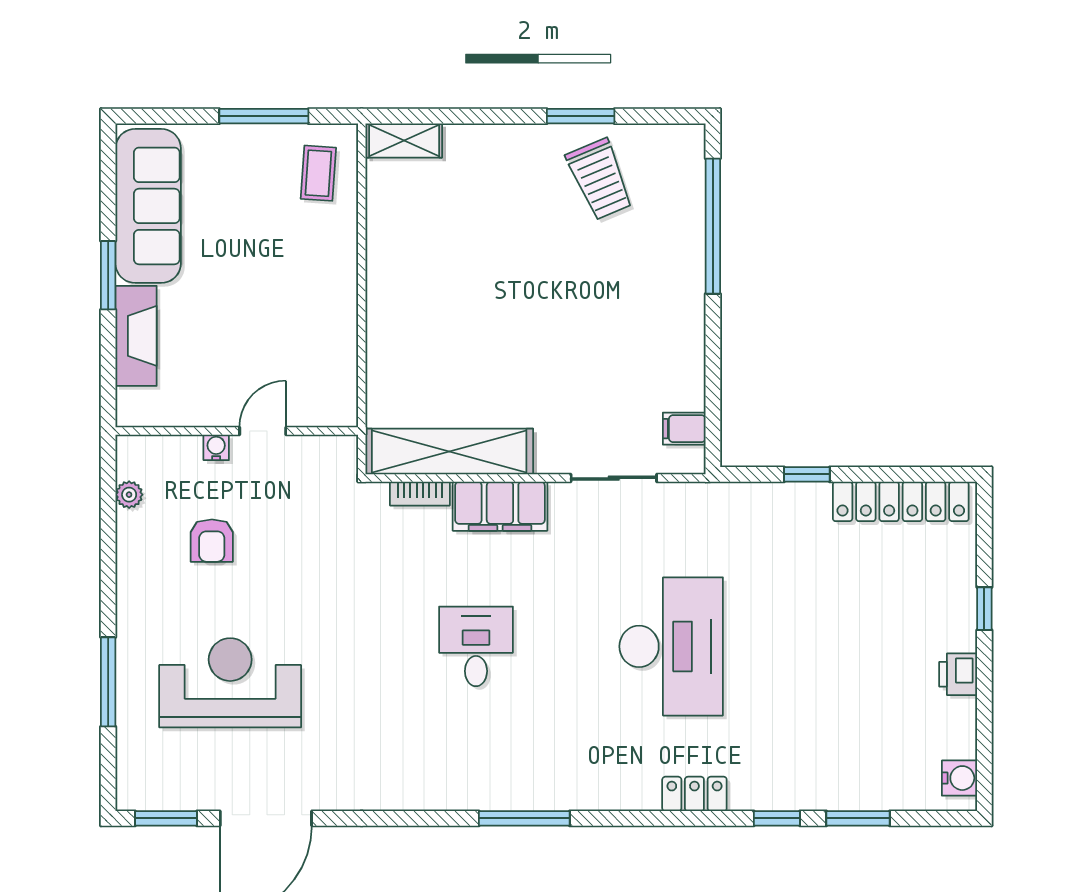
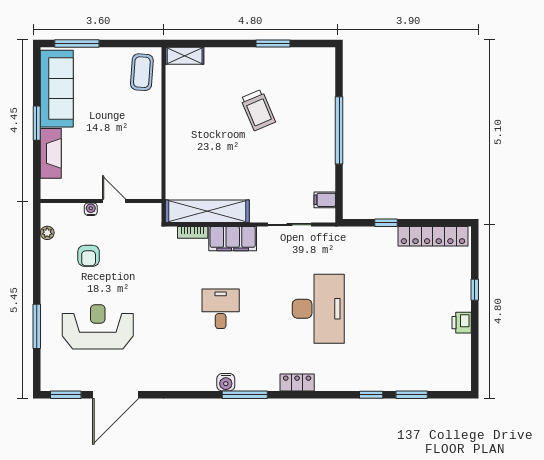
window: (264, 116) -> (77, 44), moved
coffee table: (318, 173) -> (142, 72), width x1.36, depth x1.30
trolley: (600, 179) -> (258, 110), moved
window: (713, 226) -> (339, 130), moved
door: (263, 431) -> (114, 201), hinge flipped
water cooler: (959, 778) -> (226, 382), moved, turned 90
locker: (694, 794) -> (297, 382), moved

